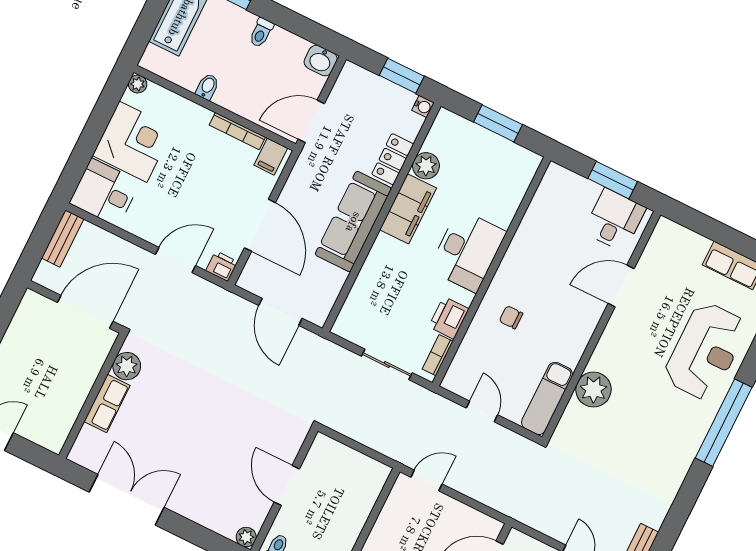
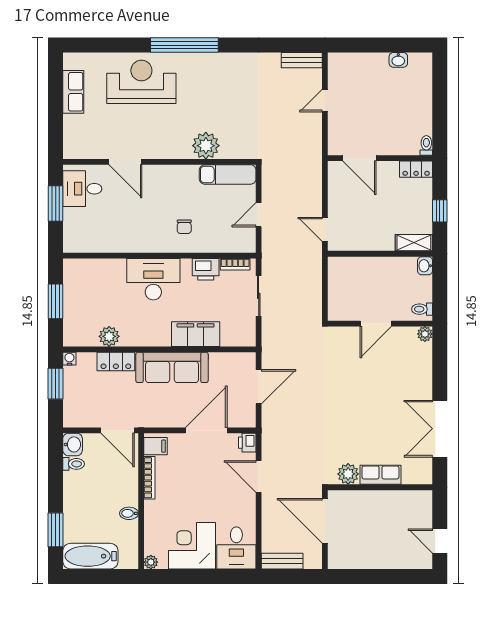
toilet: (261, 33) -> (74, 464), moved
filing cabinet: (408, 209) -> (196, 334), moved

